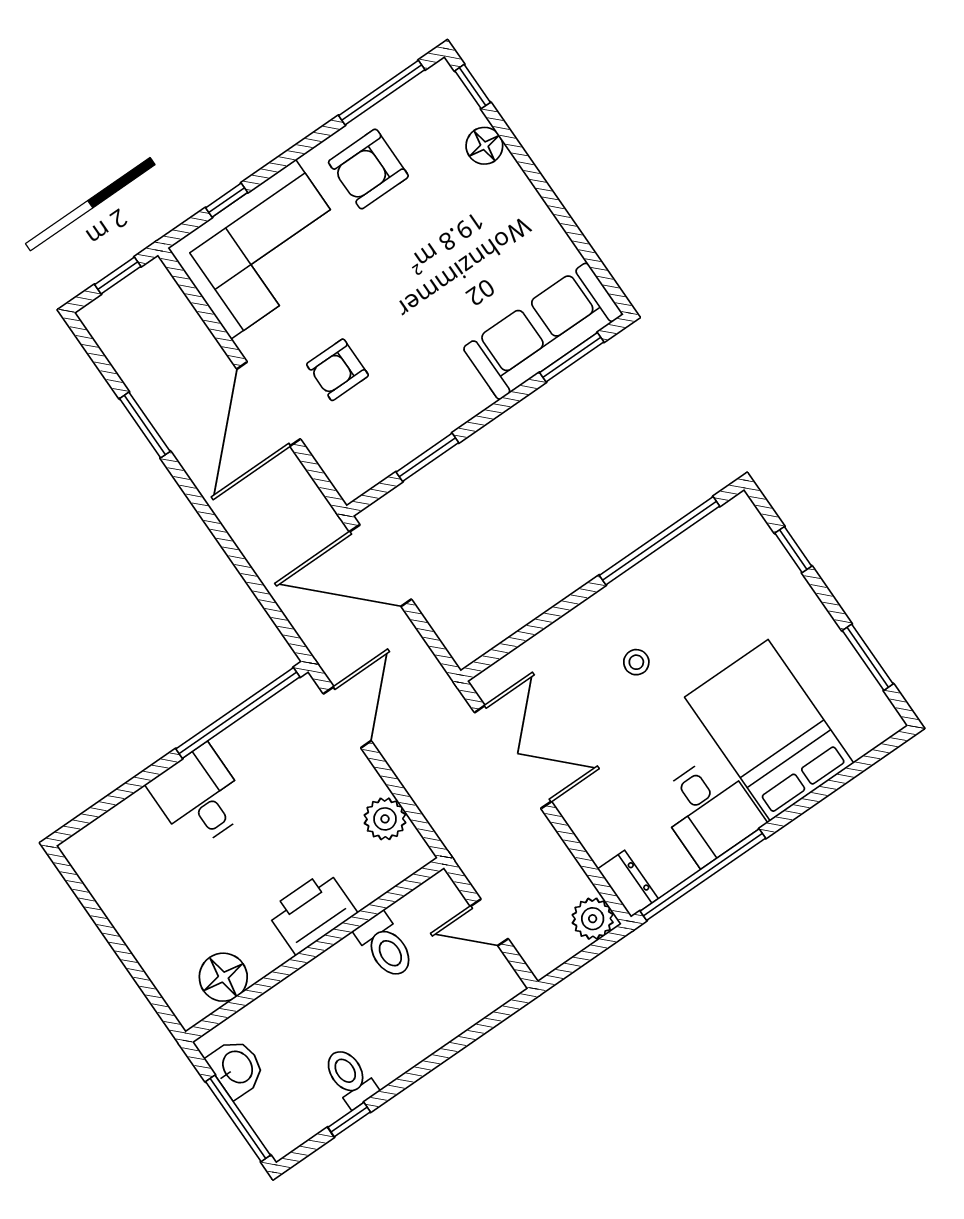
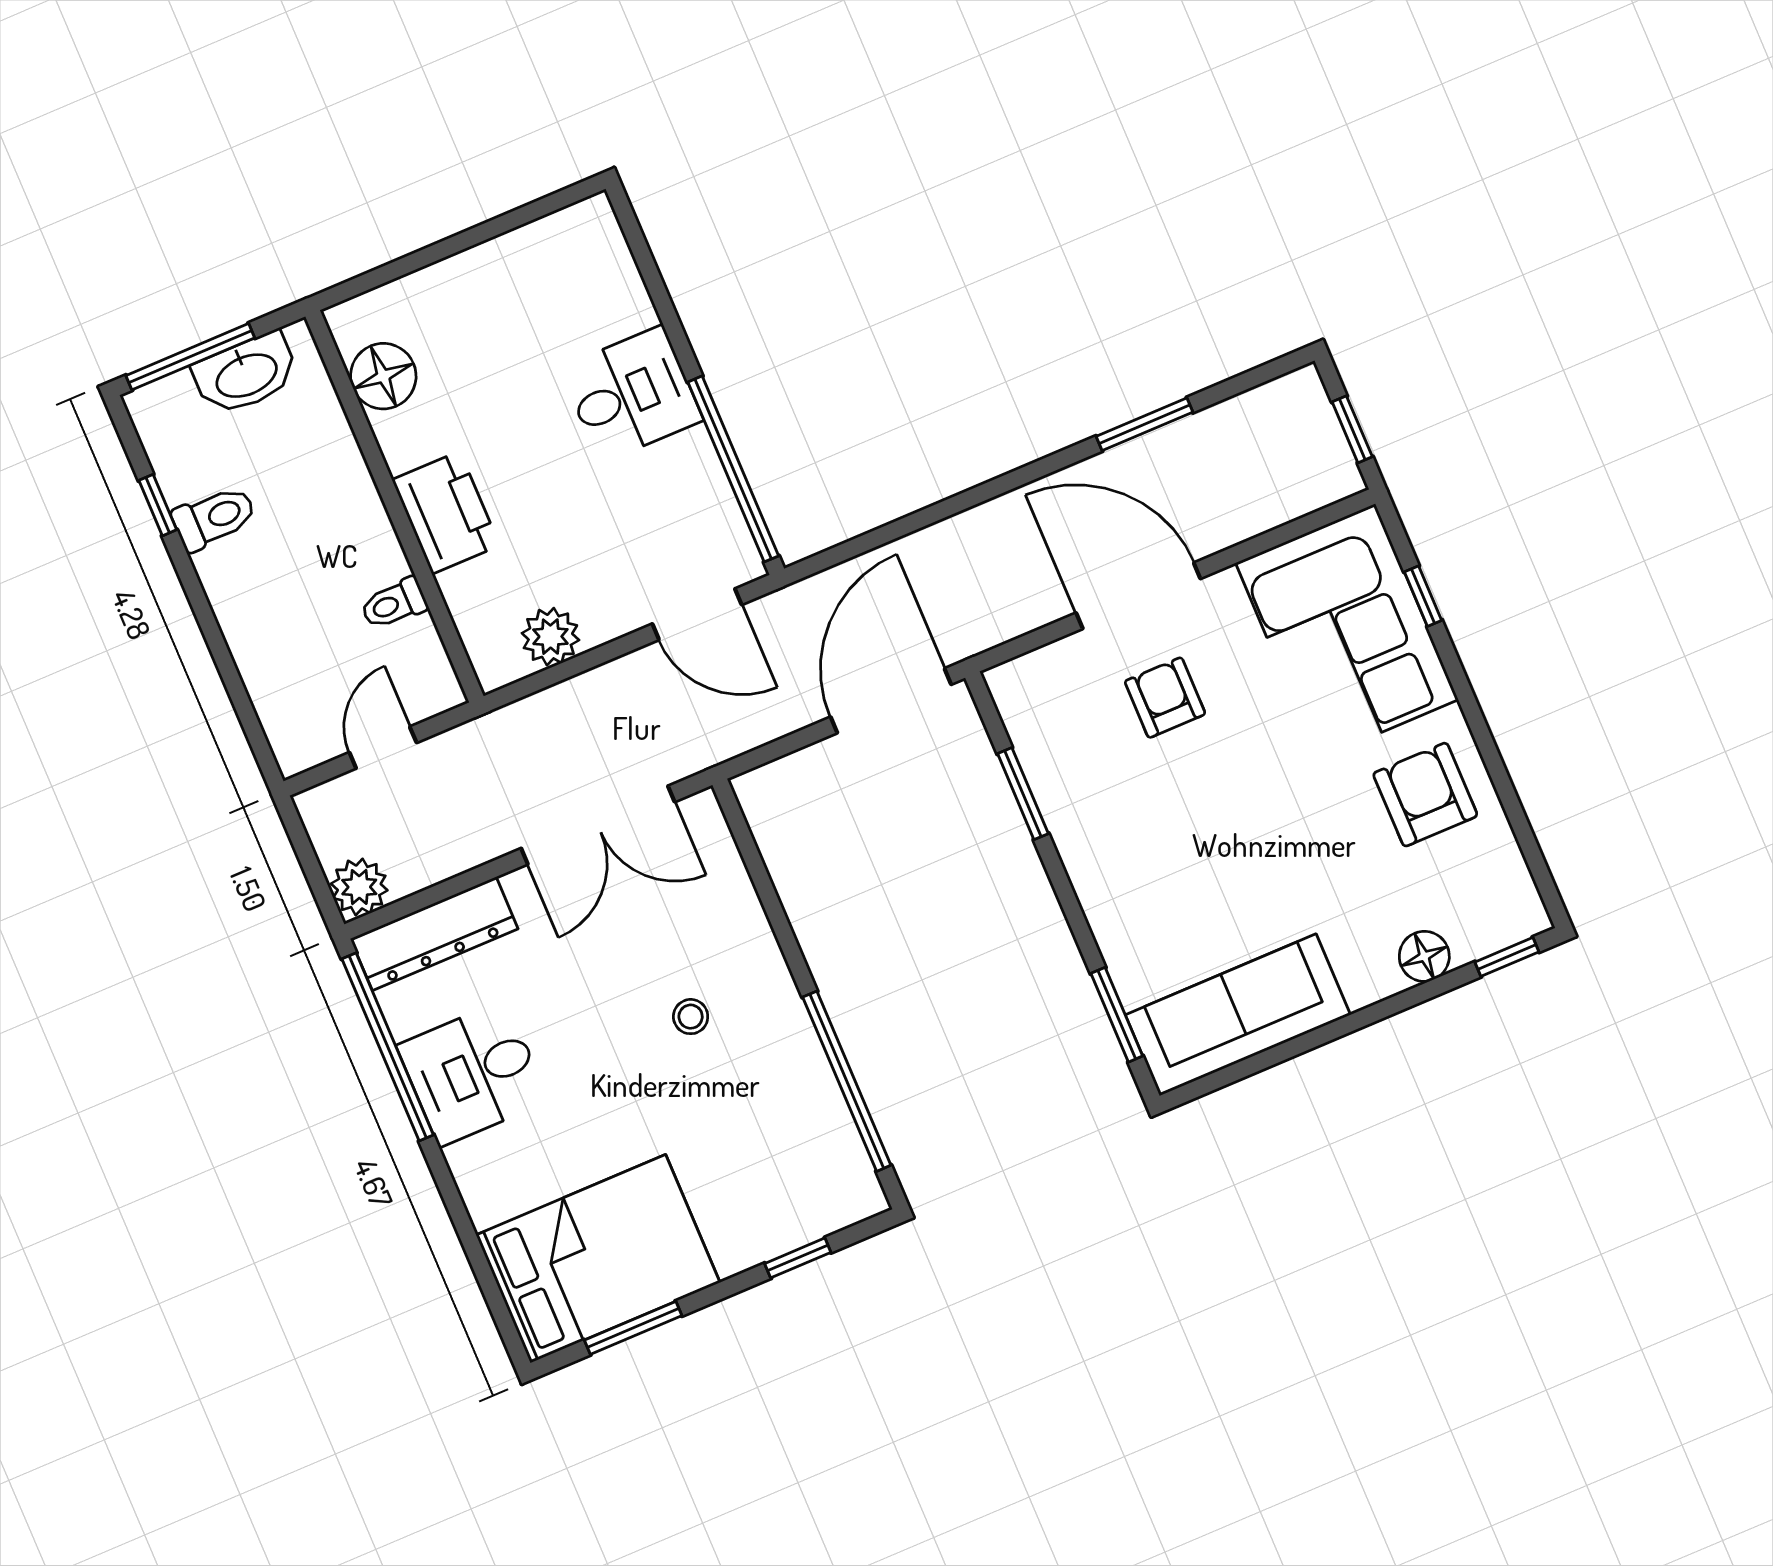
window: (382, 93) -> (1524, 834), removed
sofa: (543, 331) -> (1238, 1015), moved, turned -90
bed: (769, 730) -> (598, 1259), moved
dresser: (628, 884) -> (434, 934), width x1.96, depth x1.24
toilet: (385, 946) -> (394, 604), width x0.73, depth x0.72
washbasin: (236, 1068) -> (246, 374), width x1.38

